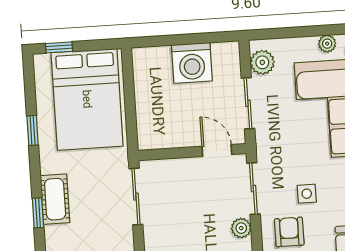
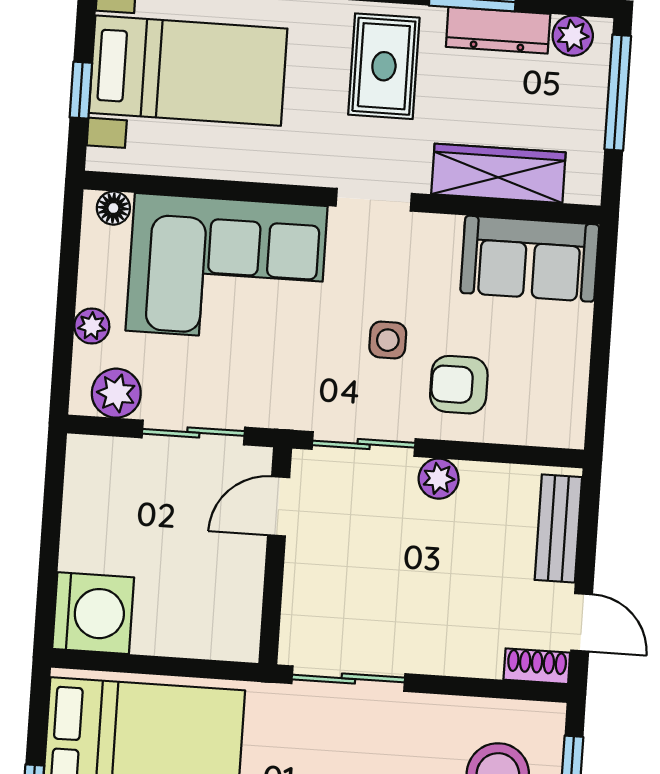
plant: (327, 44) -> (92, 326), moved
washing machine: (192, 63) -> (93, 613), moved

